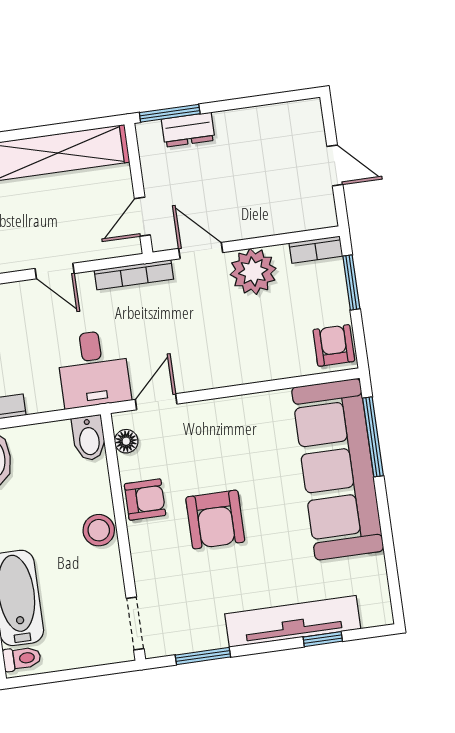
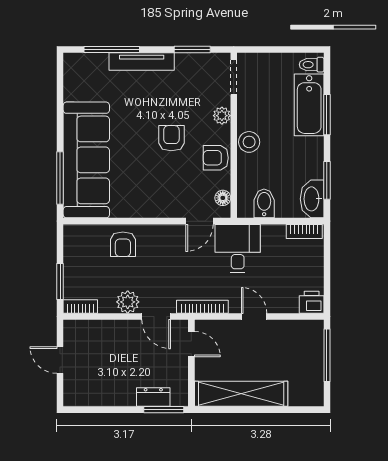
door: (142, 217) -> (191, 344), hinge flipped
plant: (253, 272) -> (128, 302), width x0.73, depth x0.73
armchair: (334, 345) -> (123, 244), moved
bidet: (89, 438) -> (264, 203), moved
armchair: (215, 520) -> (171, 138), width x0.72, depth x0.72
plant: (145, 564) -> (222, 116), added
tv unit: (293, 621) -> (142, 62), width x0.73, depth x0.78
window: (323, 639) -> (112, 50), width x2.17

